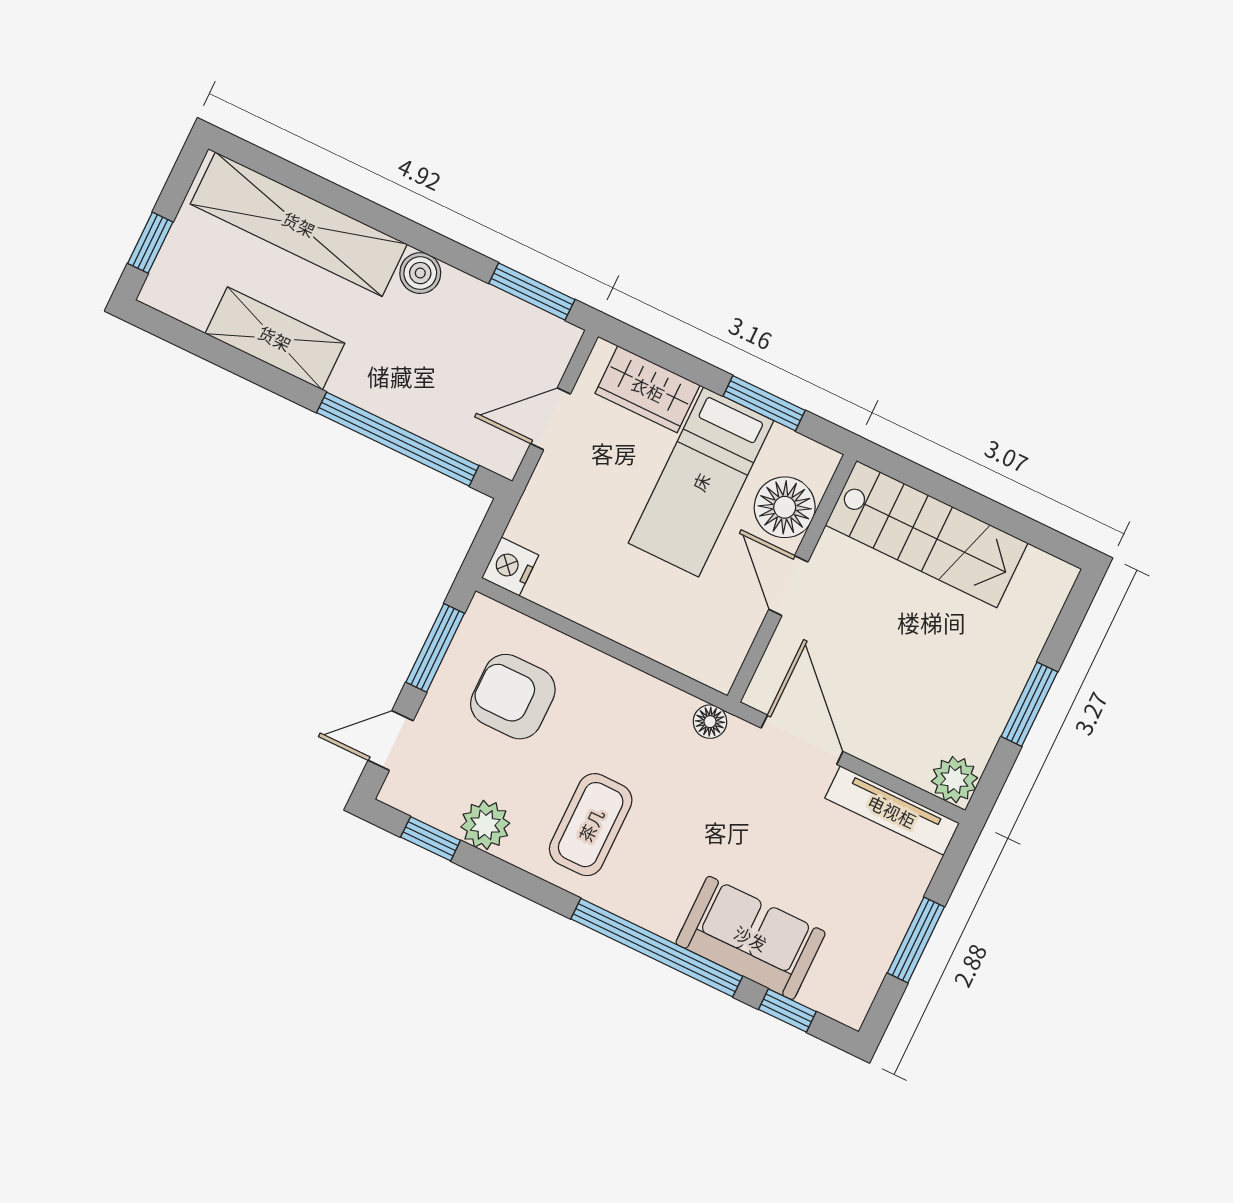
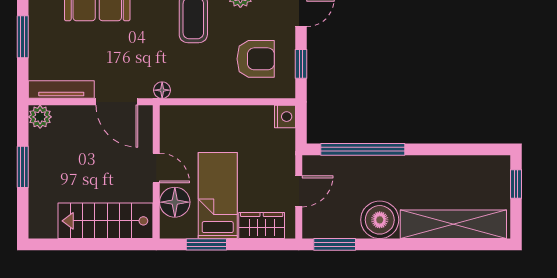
boiler: (420, 273) -> (380, 220), width x1.86, depth x1.86
shelving: (275, 338) -> (440, 168), removed
window: (435, 648) -> (301, 64), width x0.67

